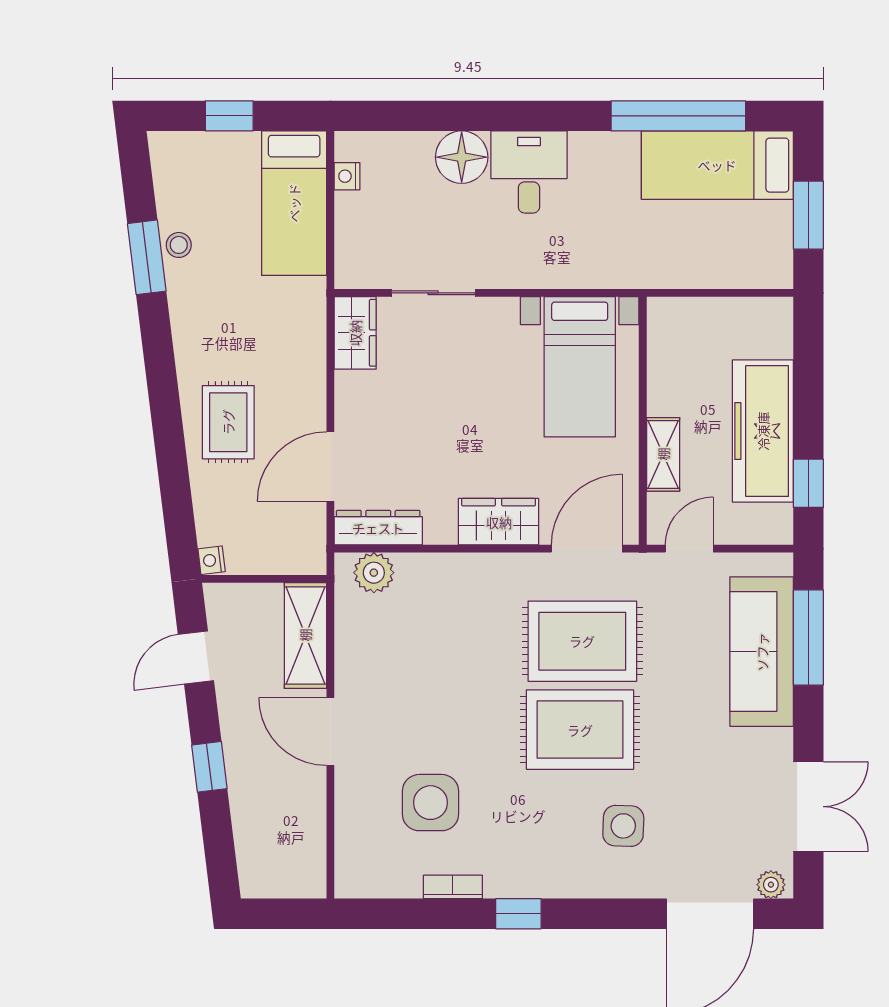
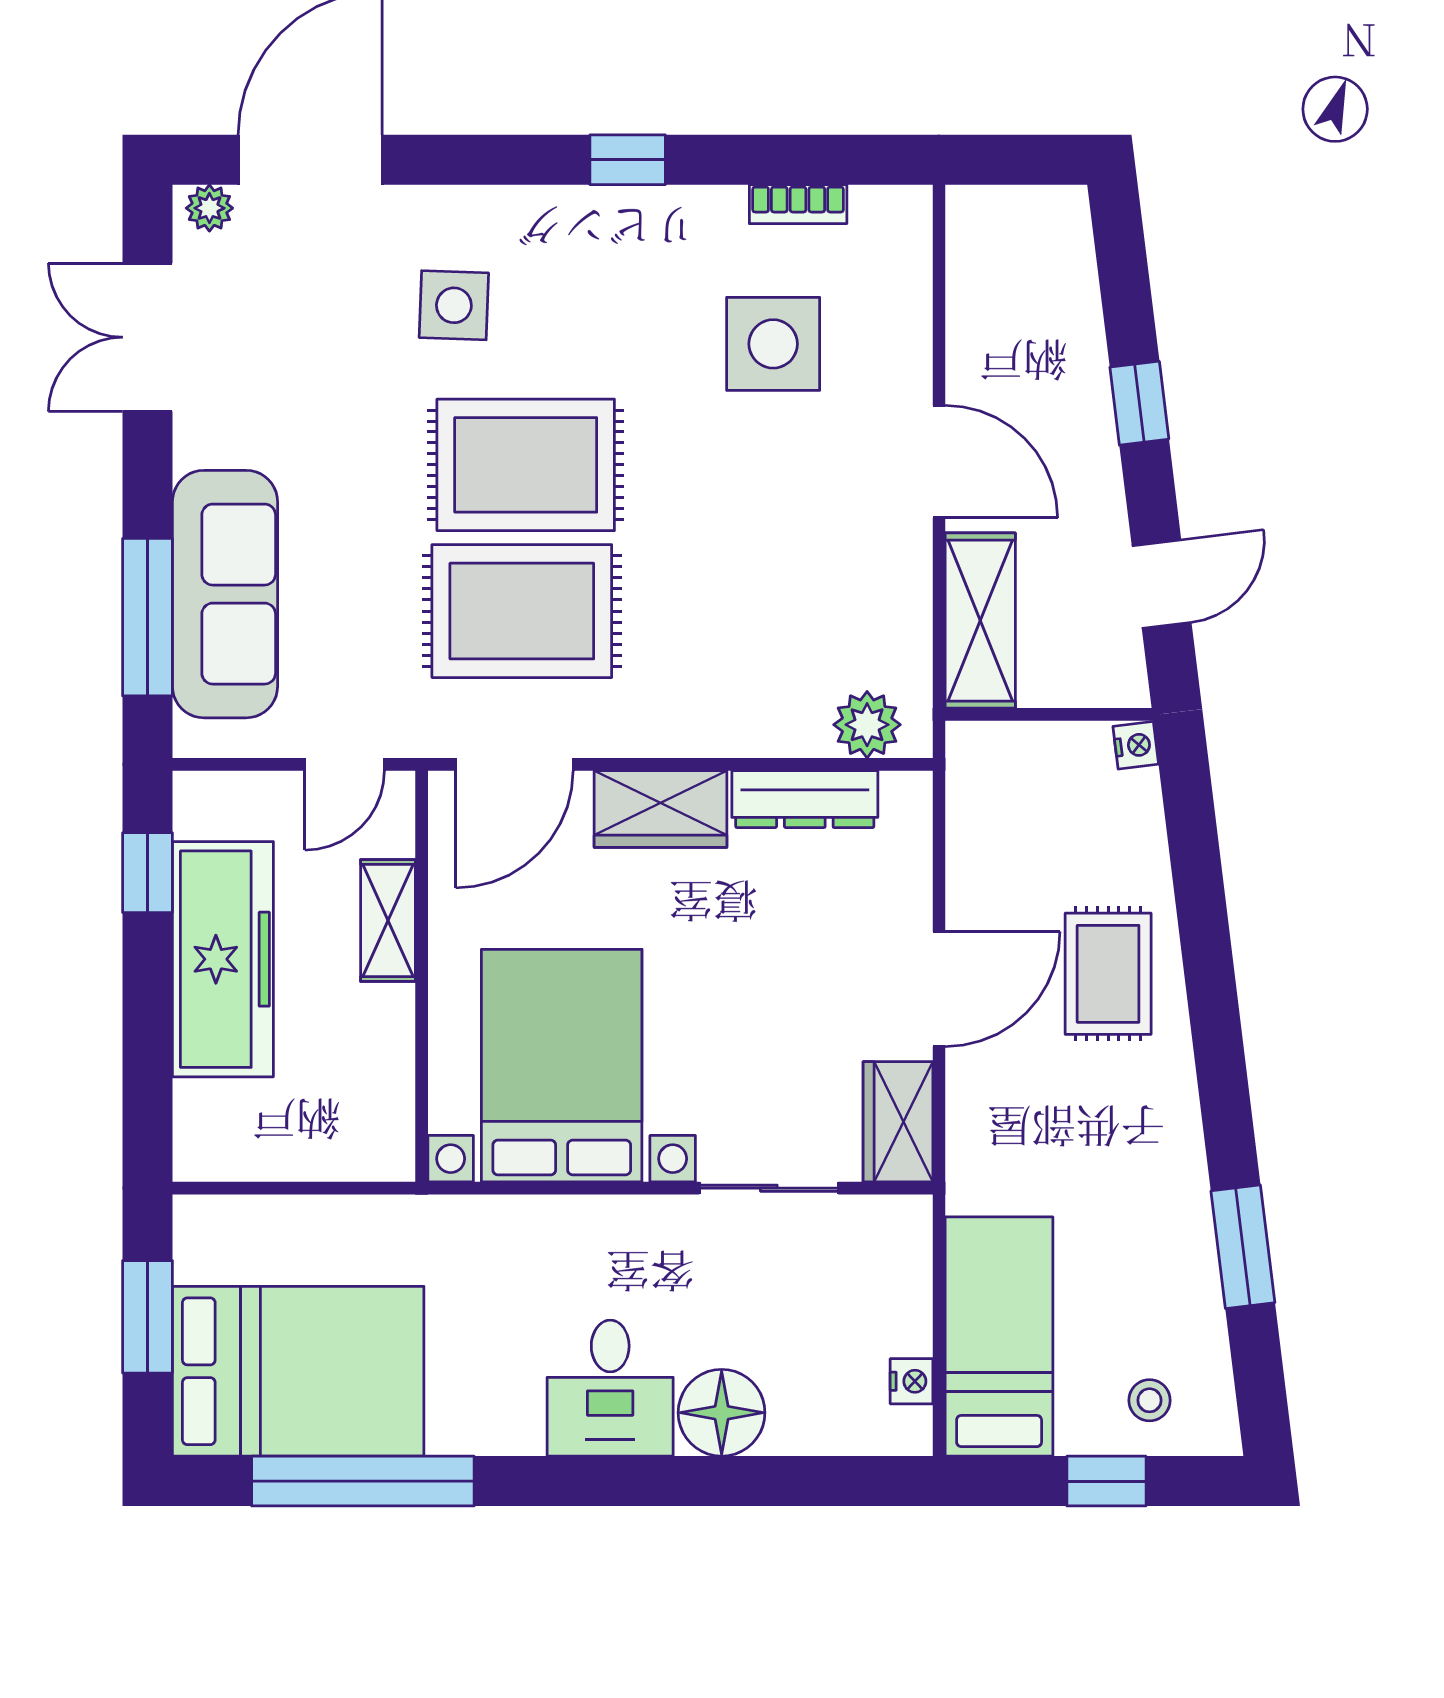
bed: (717, 165) -> (298, 1371), width x1.50
stool: (179, 245) -> (1149, 1400), moved
bed with nightstands: (580, 367) -> (562, 1066), width x1.36
door: (330, 466) -> (939, 989), moved
dresser: (378, 528) -> (805, 799), moved
bookcase: (453, 887) -> (798, 204), moved

